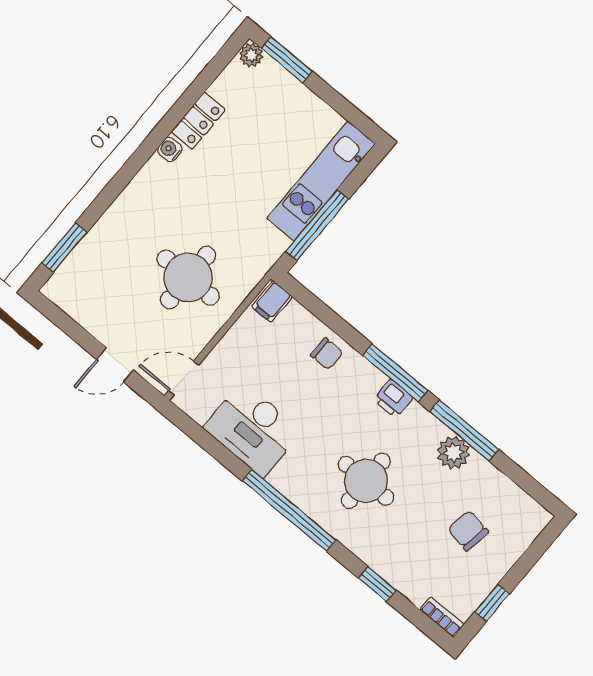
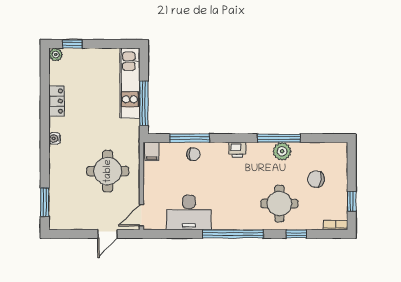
window: (287, 60) -> (72, 44), width x0.67
water cooler: (170, 149) -> (55, 138), moved
window: (395, 373) -> (190, 138), moved
round table: (366, 481) -> (279, 204), moved

